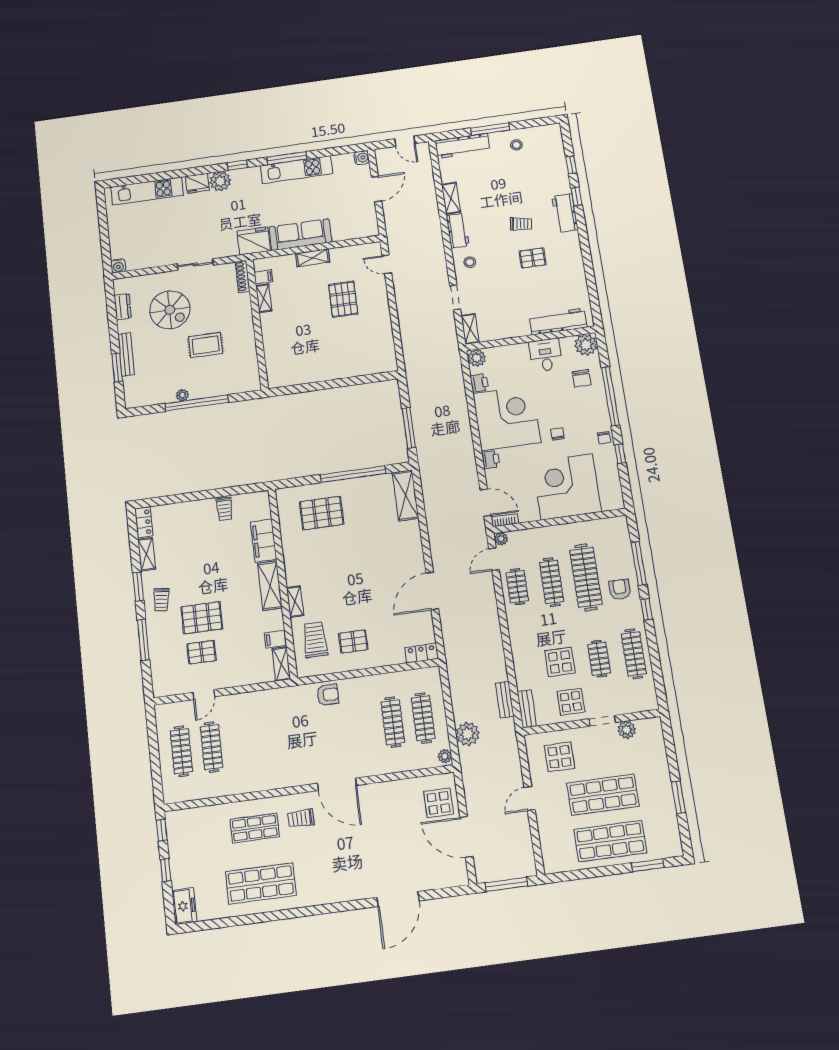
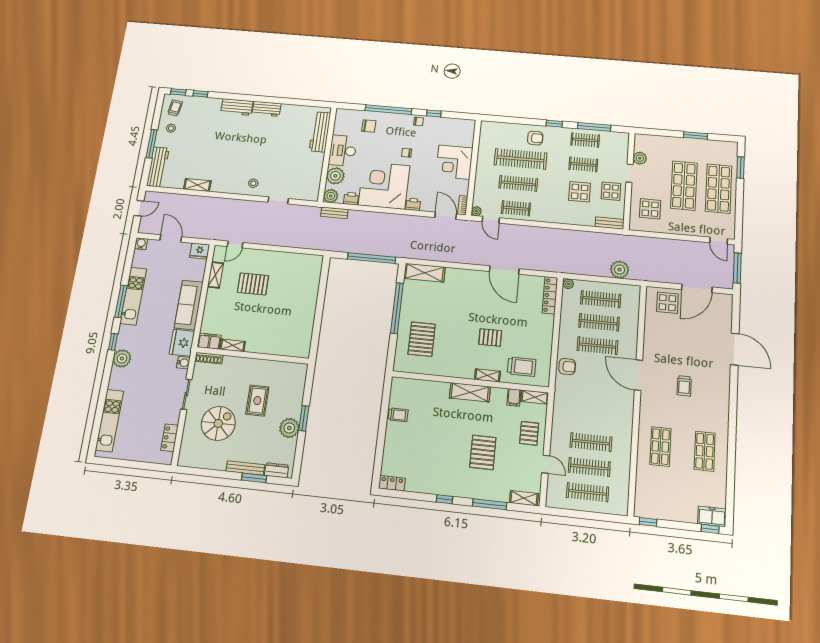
fridge: (197, 183) -> (200, 251), moved, turned 90
window: (577, 196) -> (178, 92), moved
trolley: (521, 224) -> (175, 108), moved
workbench: (458, 231) -> (266, 109), moved, turned 180
shelving: (313, 258) -> (215, 275), moved
pallet: (533, 258) -> (265, 138), removed
locker: (142, 262) -> (170, 438), added
water cooler: (118, 266) -> (183, 363), moved
filing cabinet: (263, 277) -> (209, 341), width x2.00
dresser: (123, 307) -> (277, 470), moved
shelving: (470, 329) -> (306, 195), removed
plant: (586, 345) -> (335, 176), moved
desk: (546, 355) -> (343, 151), width x1.37
plant: (182, 395) -> (289, 428), width x1.88, depth x1.88
window: (197, 403) -> (304, 418), width x0.47
window: (409, 428) -> (372, 258), width x1.46
corner desk: (567, 487) -> (454, 162), width x0.74, depth x0.74
door: (486, 503) -> (446, 216), hinge flipped
filing cabinet: (263, 540) -> (432, 389), removed
shelving: (147, 554) -> (524, 498), moved
window: (639, 563) -> (594, 127), moved
window: (138, 587) -> (444, 499), width x0.67
armchair: (620, 589) -> (535, 138), turned 180
trolley: (161, 600) -> (460, 482), removed
trolley: (315, 640) -> (522, 367), turned 180
pallet: (353, 642) -> (490, 337), moved, turned 90
pallet: (202, 652) -> (529, 433), moved
locker: (421, 653) -> (550, 295), width x1.53
clothes rail: (634, 654) -> (585, 140), width x0.73
armchair: (328, 695) -> (567, 367), turned 90
bench: (505, 700) -> (334, 213), moved
clothes rail: (363, 726) -> (597, 346), added
clothes rail: (242, 743) -> (591, 442), added
plant: (445, 756) -> (568, 284), moved
door: (337, 784) -> (638, 375), swing flipped
door: (530, 799) -> (719, 241), moved
trolley: (301, 818) -> (684, 386), moved
window: (166, 870) -> (710, 529), moved
shop shelf: (261, 883) -> (705, 451), width x0.70, depth x0.74

